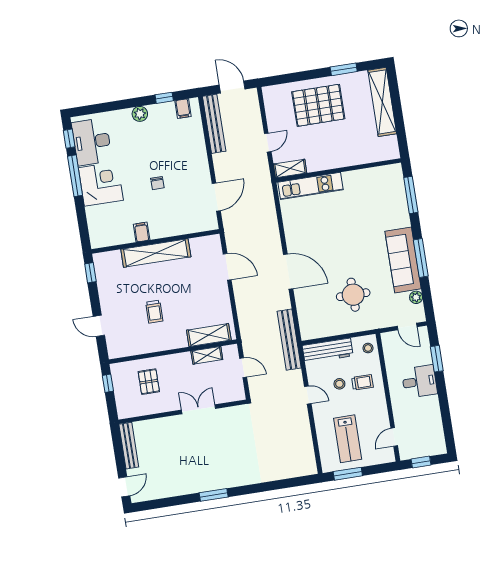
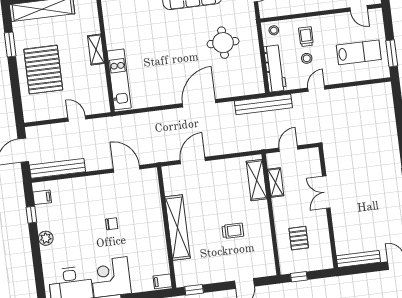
shelving: (290, 169) -> (96, 50), moved
filing cabinet: (142, 232) -> (162, 281), moved
pallet: (149, 382) -> (299, 238), turned 90

